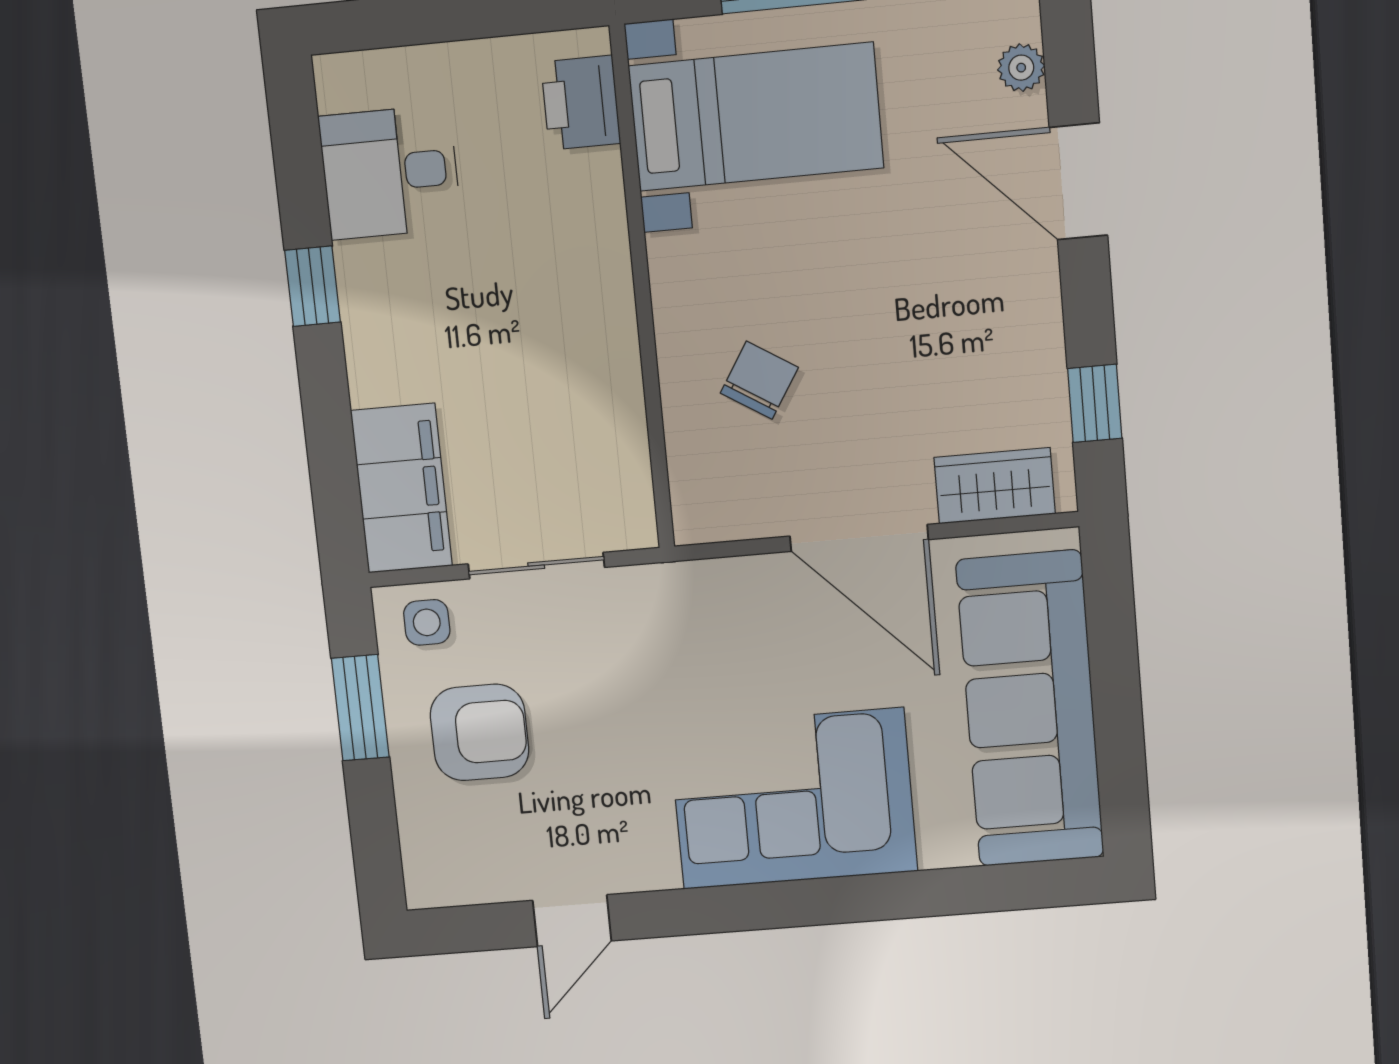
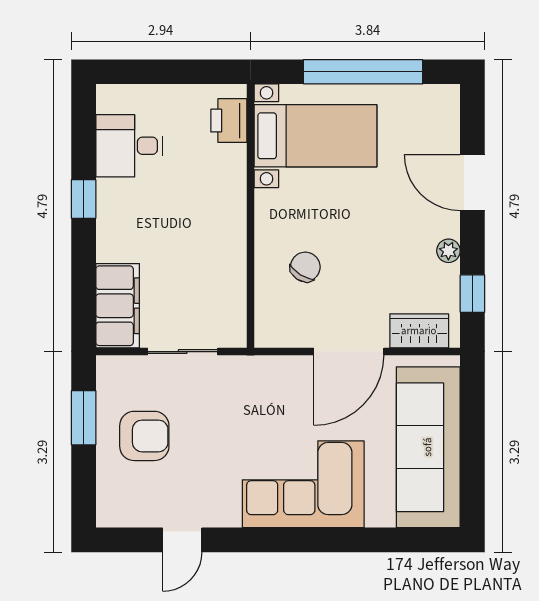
plant: (1021, 68) -> (448, 251), moved
door: (859, 538) -> (349, 352), hinge flipped
side table: (427, 622) -> (123, 376), removed

